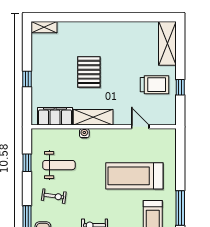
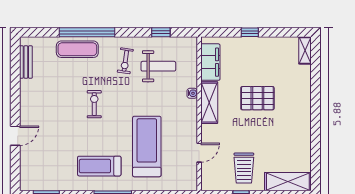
weight bench: (59, 165) -> (158, 66), turned -90

